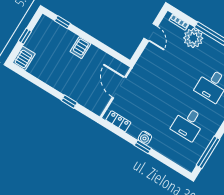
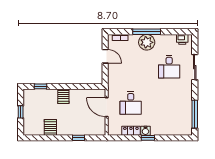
plant: (193, 38) -> (147, 42), moved
server rack: (24, 58) -> (50, 127), moved
locker: (118, 121) -> (131, 131), moved
desk: (188, 124) -> (131, 103), moved

